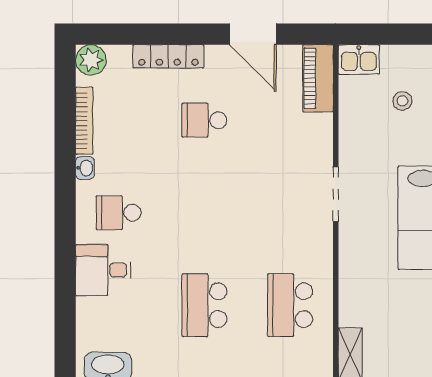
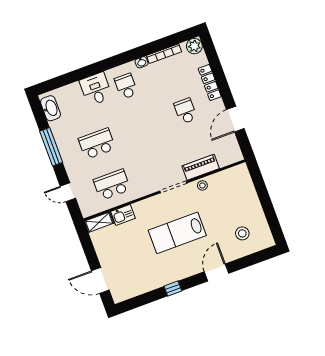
kitchen sink: (359, 59) -> (123, 215), moved, turned -90
piano: (318, 78) -> (201, 167), moved
stool: (402, 101) -> (202, 185), moved

